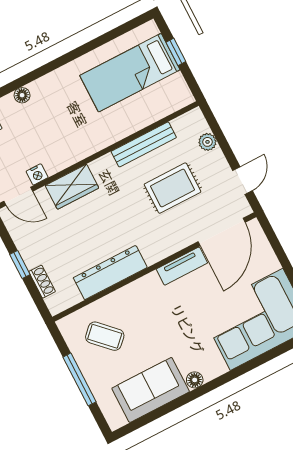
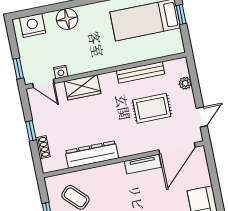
floor lamp: (22, 95) -> (67, 19), width x1.89, depth x1.89

